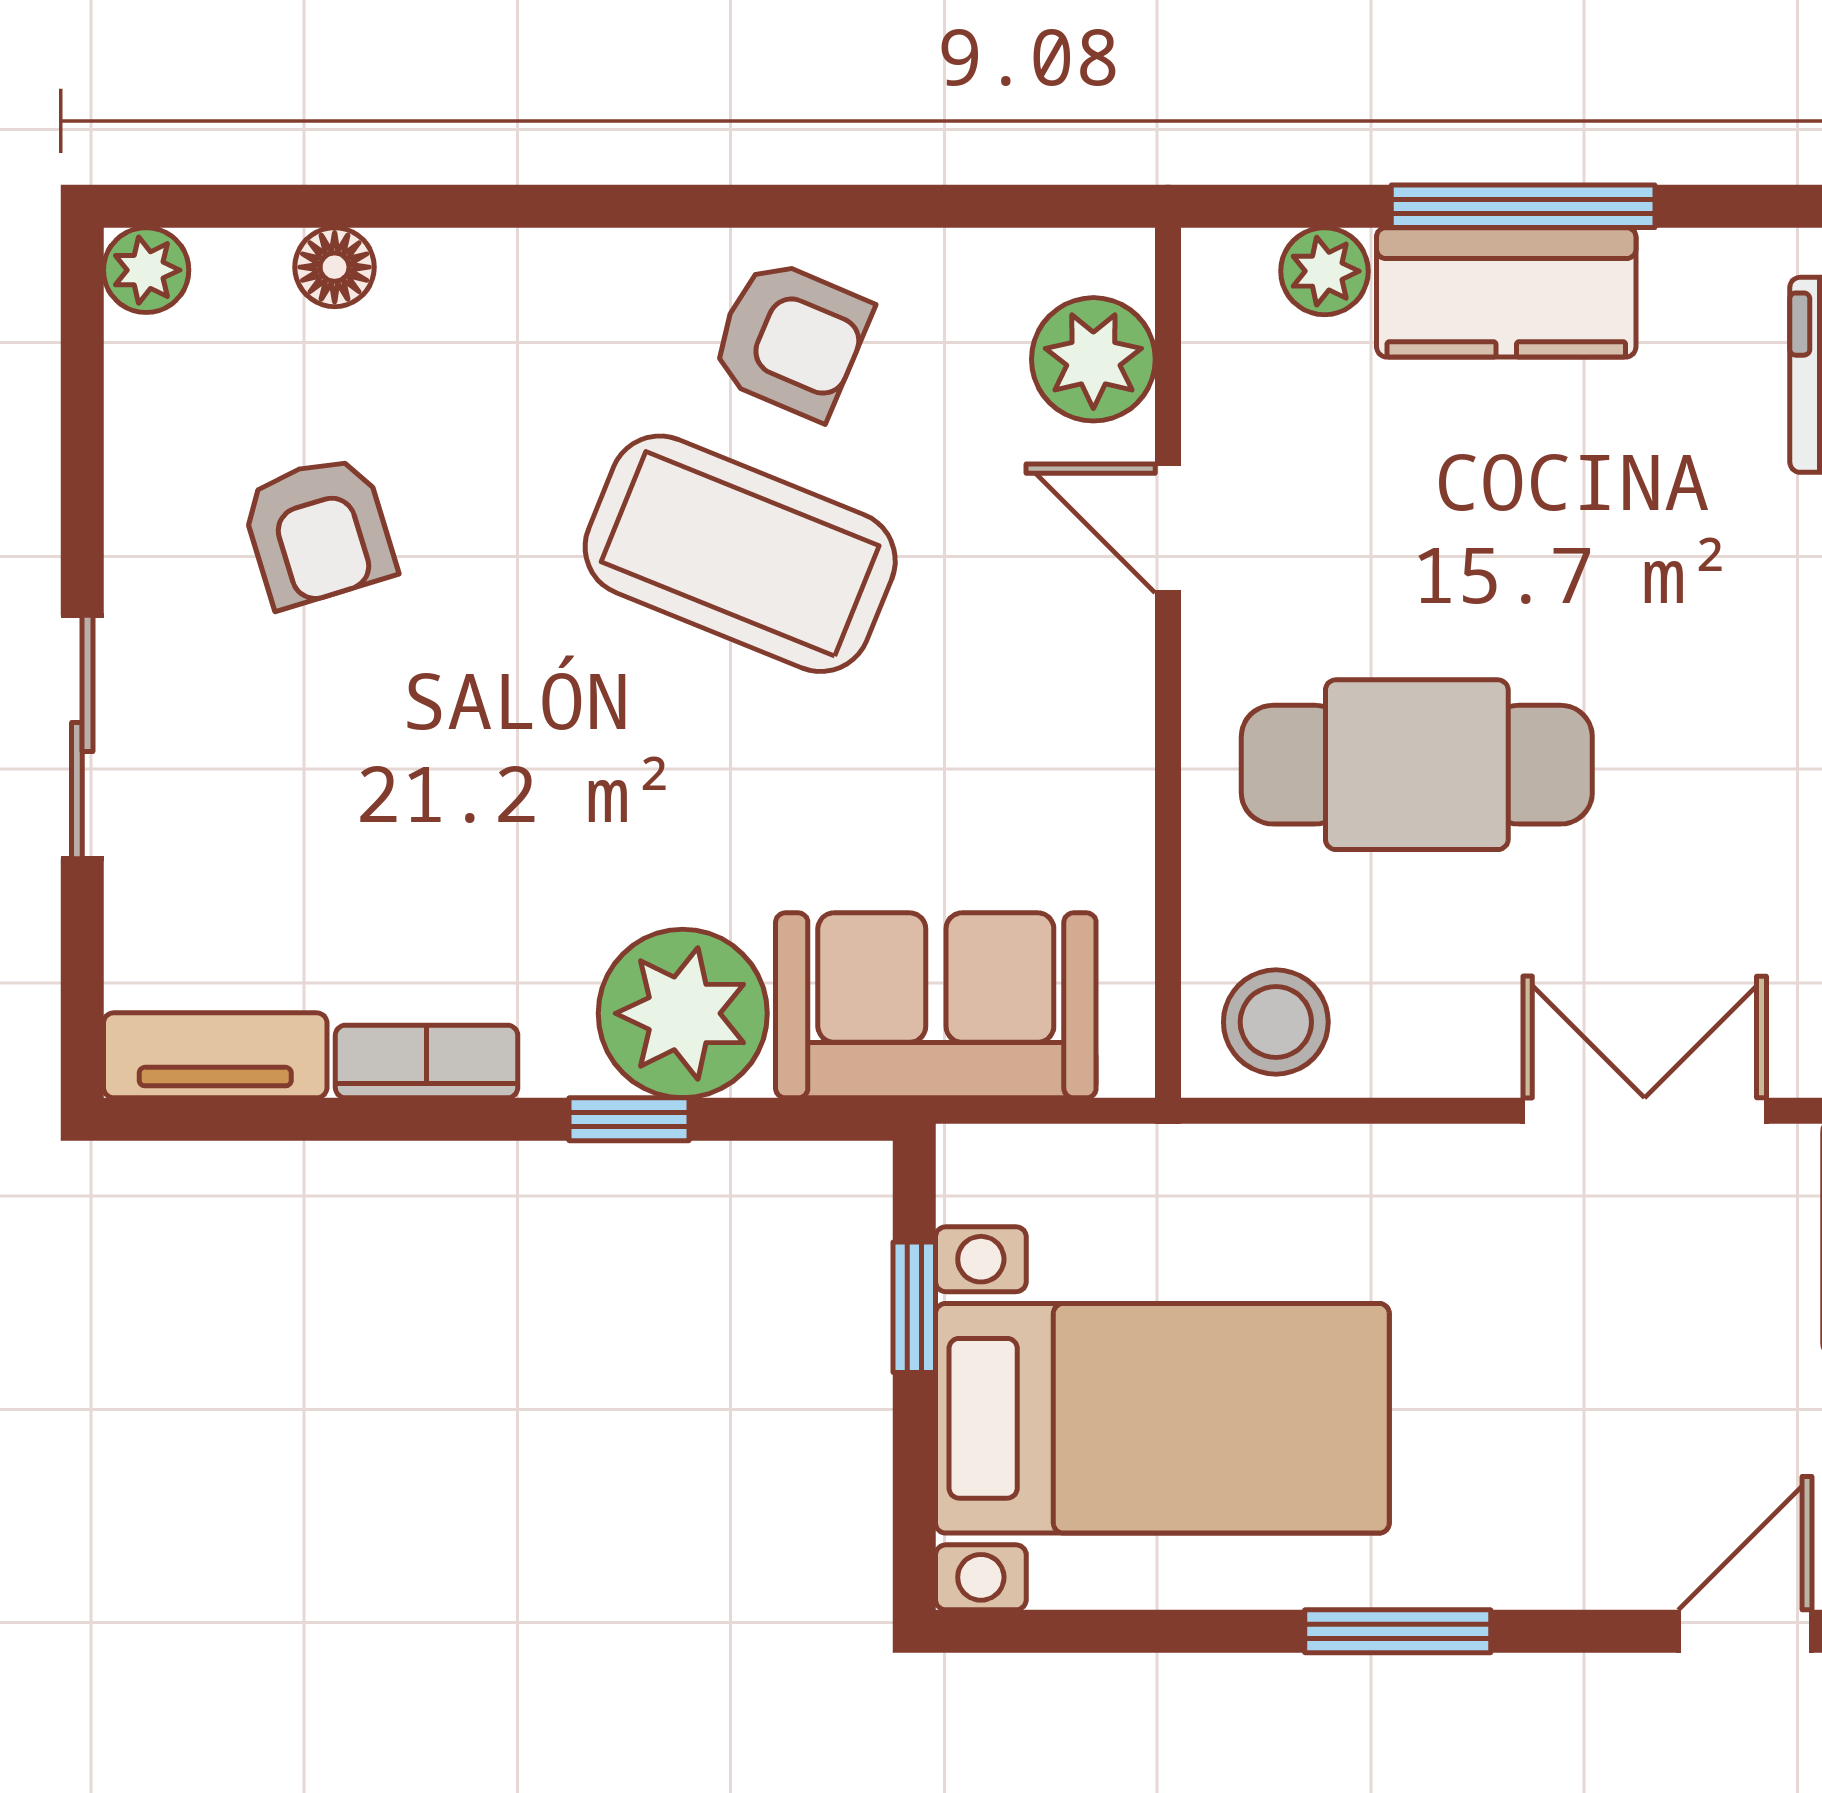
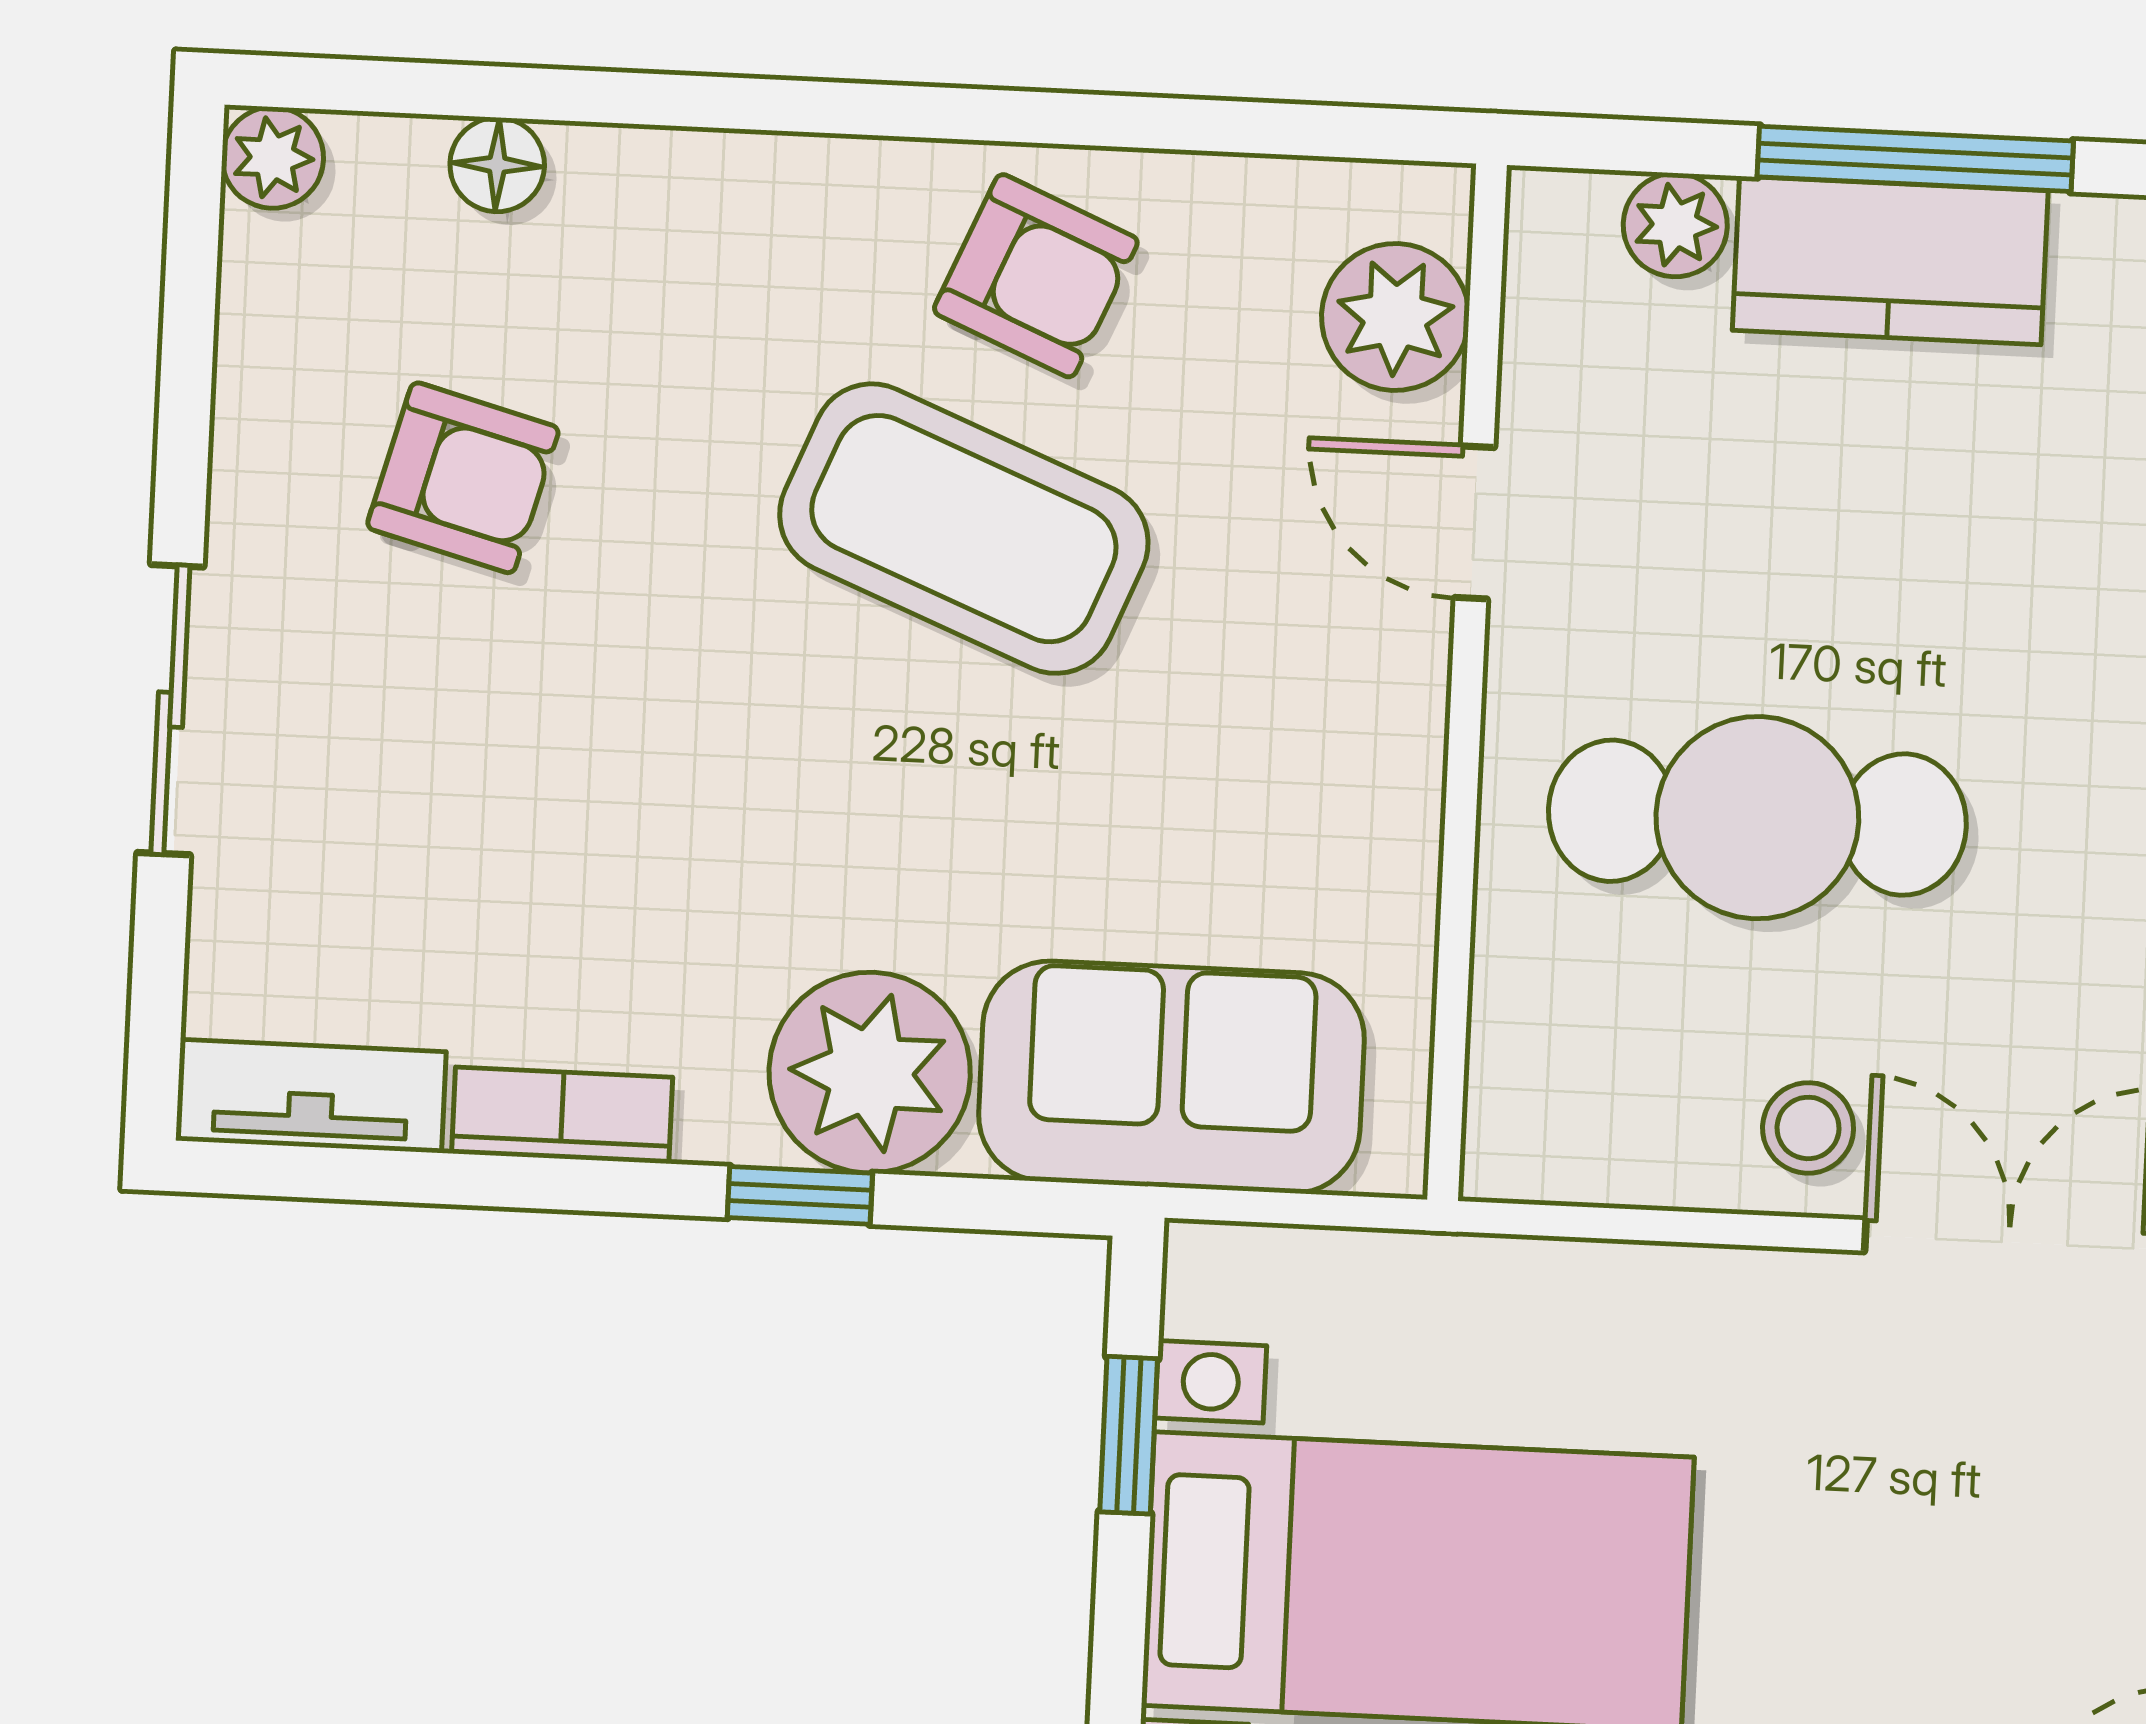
armchair: (318, 531) -> (463, 478), turned -58
stool: (1276, 1022) -> (1808, 1128), moved, width x0.73, depth x0.73

